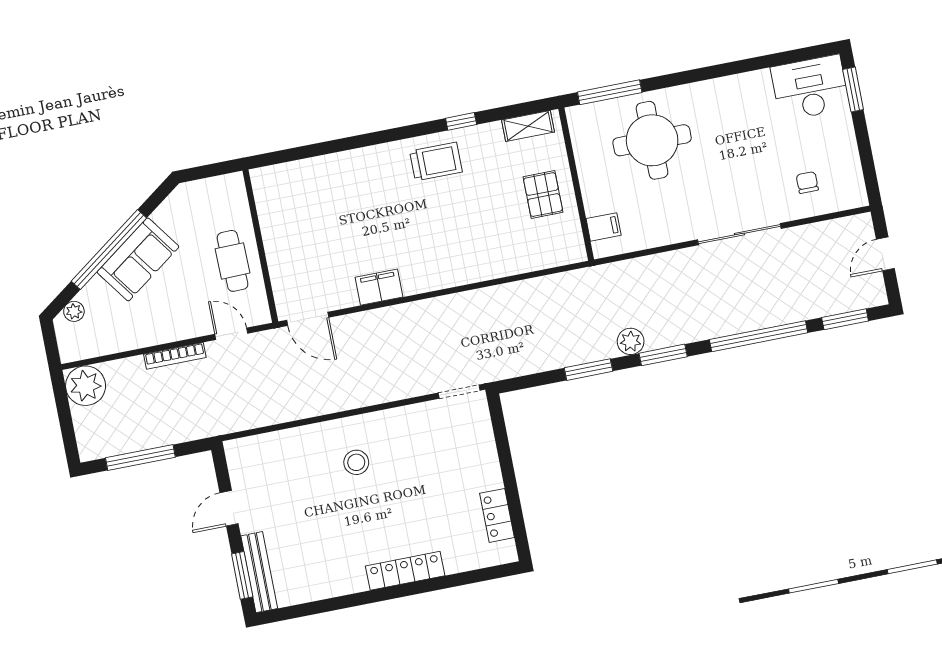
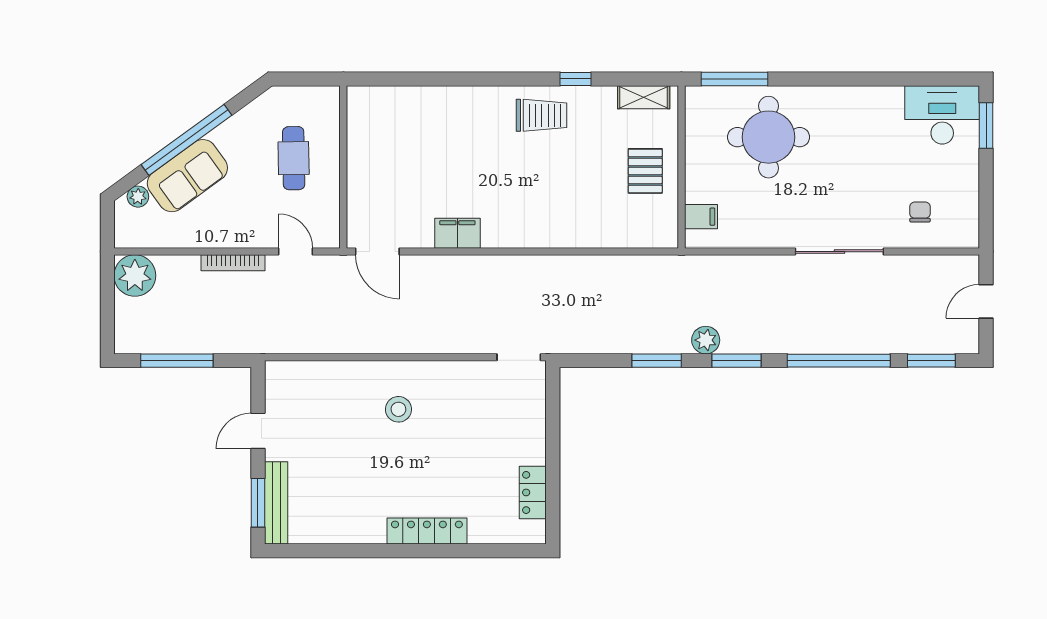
sofa: (138, 259) -> (187, 176), moved
cafe table: (233, 261) -> (294, 158), moved

